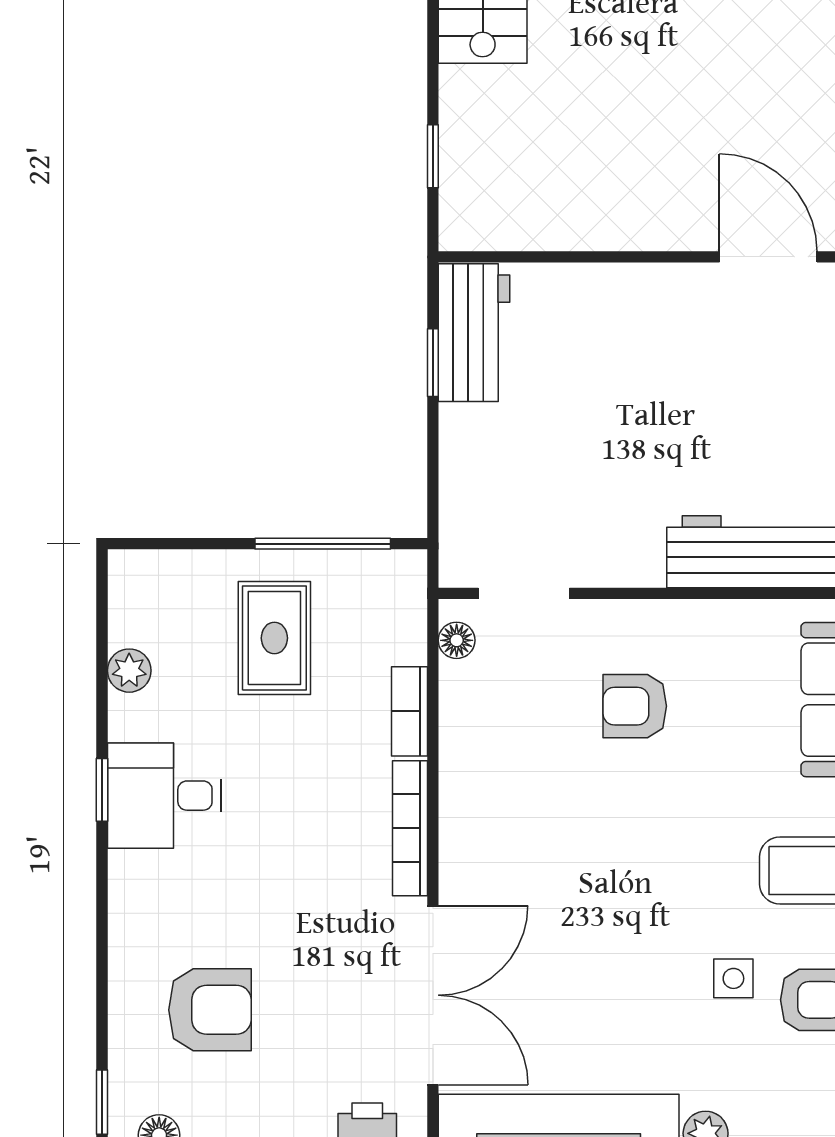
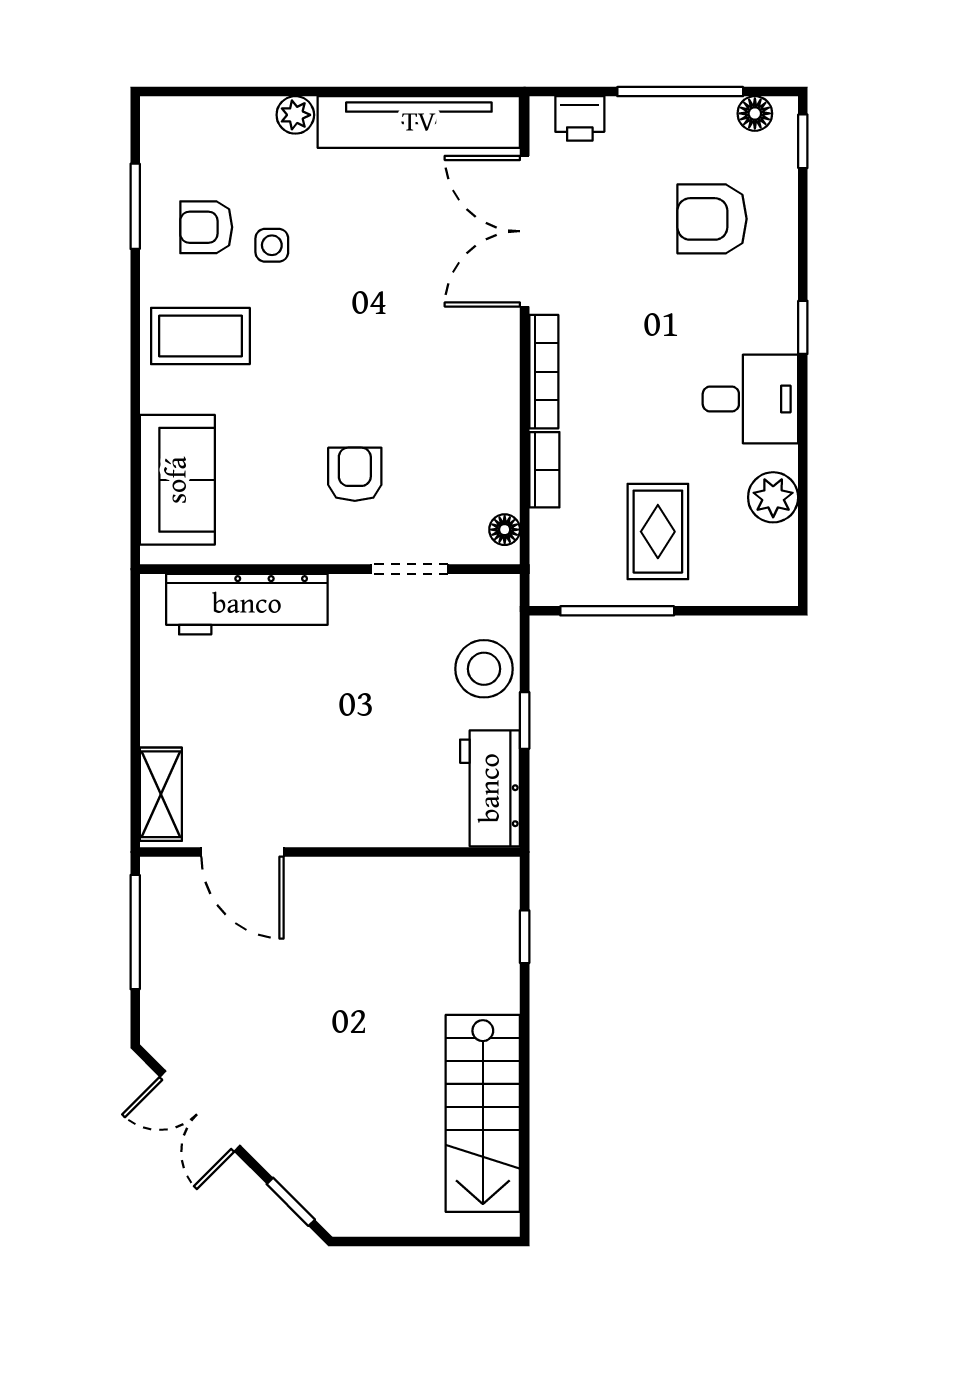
window: (433, 363) -> (525, 720), moved
stool: (481, 475) -> (484, 669), added
doorway: (524, 593) -> (409, 569), moved
plant: (129, 671) -> (773, 497), width x1.38, depth x1.38
armchair: (635, 706) -> (355, 474), turned -90
window: (102, 790) -> (803, 327), moved

